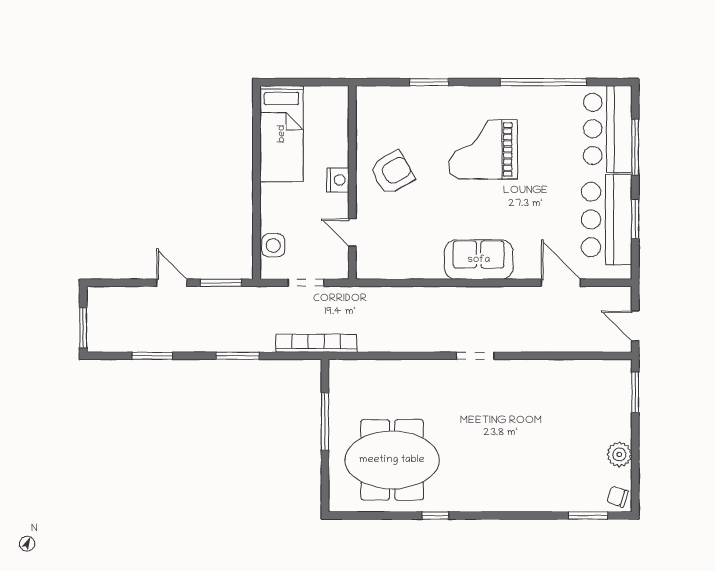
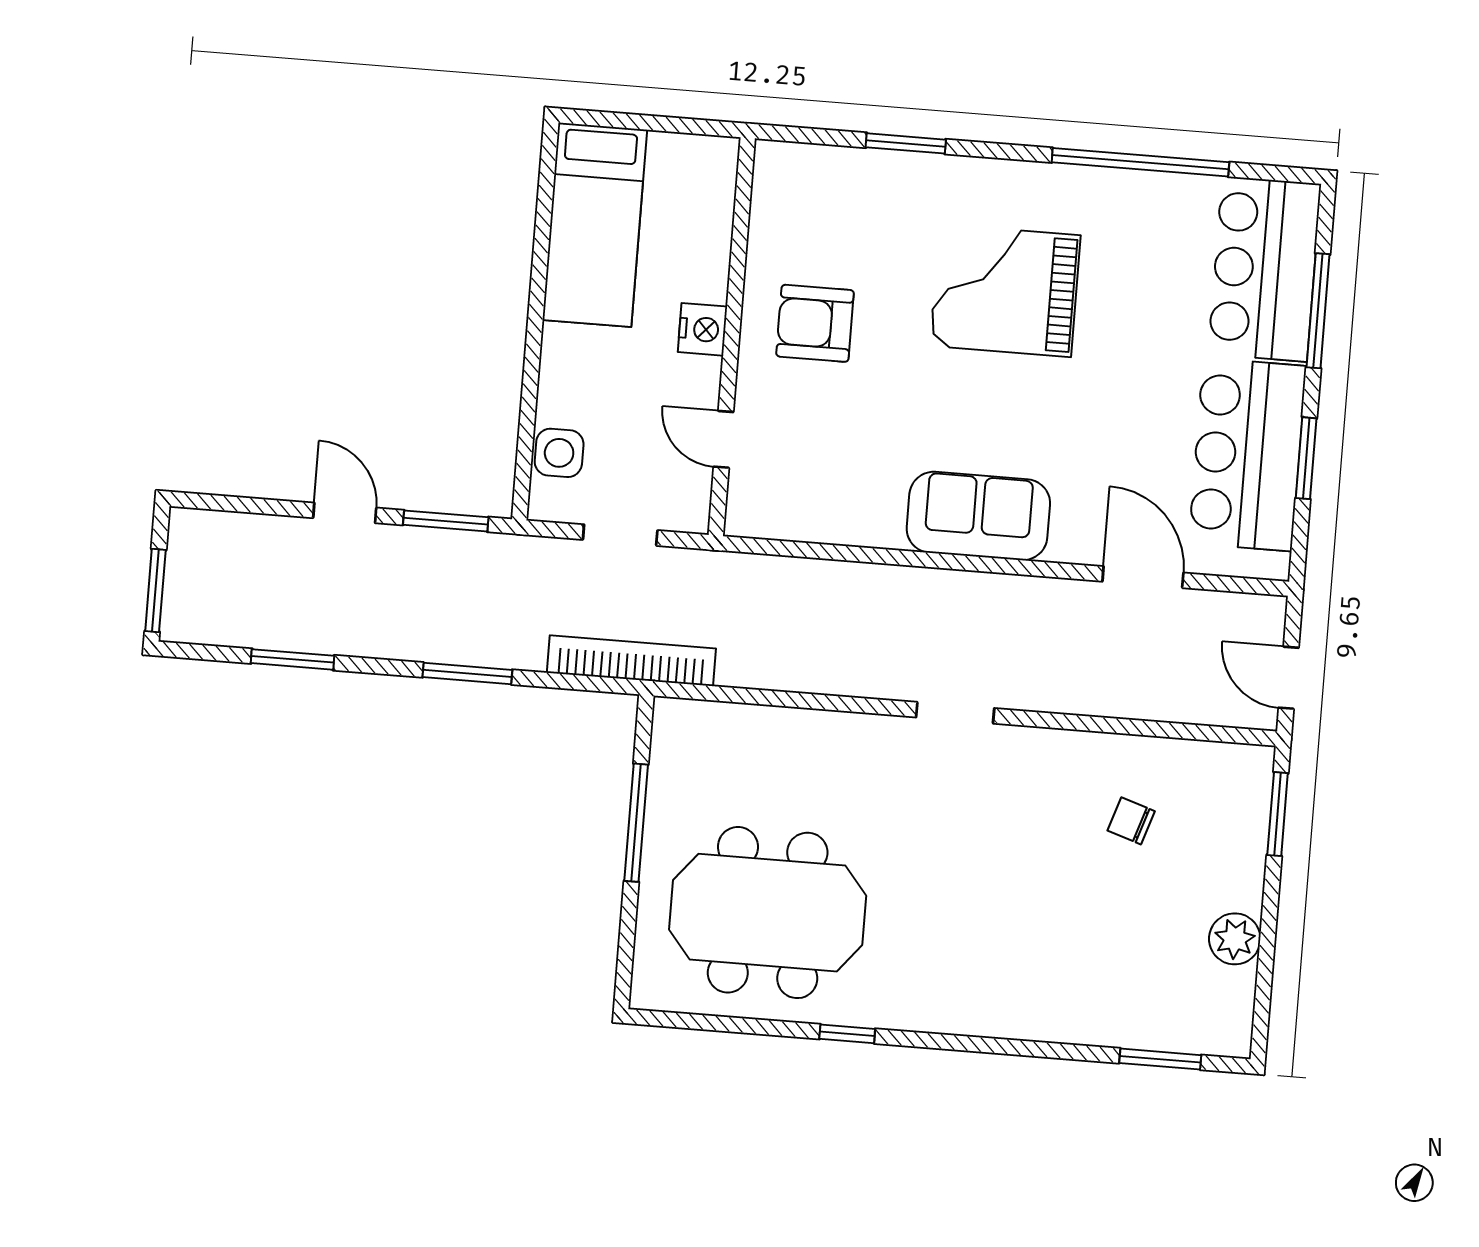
armchair: (392, 173) -> (815, 323), turned -150
chair: (617, 497) -> (1131, 821), moved

